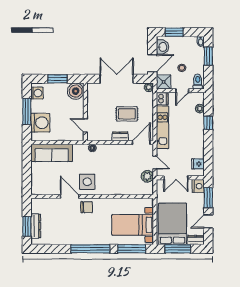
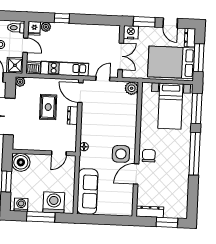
fridge: (198, 164) -> (34, 28), moved
plant: (147, 176) -> (132, 88), moved
dresser: (36, 226) -> (150, 212), moved

